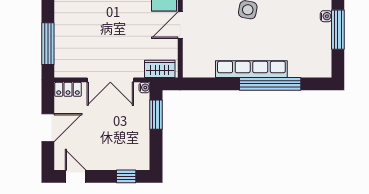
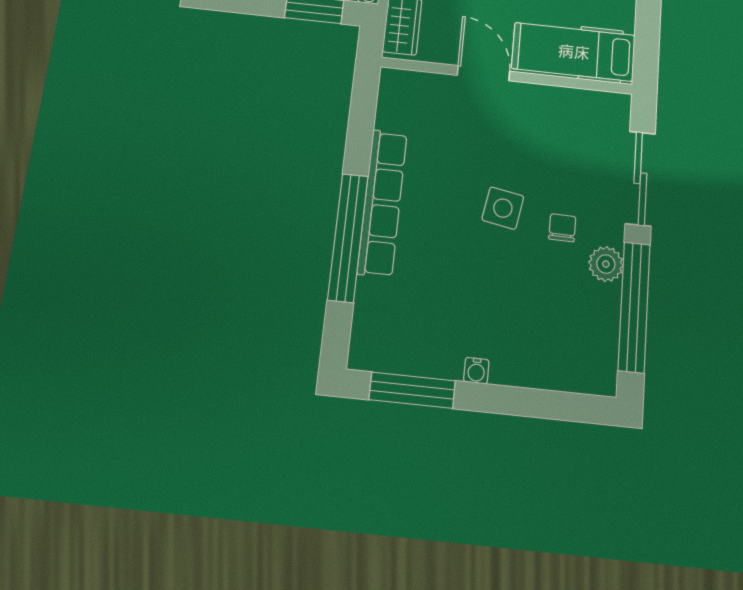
window: (338, 30) -> (412, 390), moved

